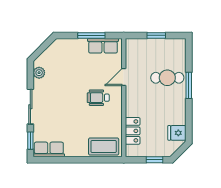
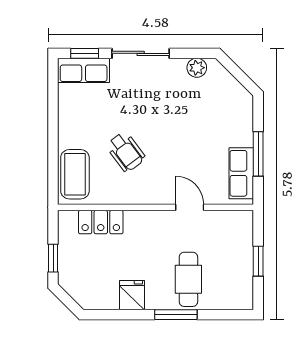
wheelchair: (98, 98) -> (126, 152), moved, turned 143
fridge: (177, 133) -> (132, 295), moved
row of seats: (49, 149) -> (84, 70), moved, turned 90

